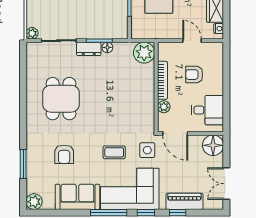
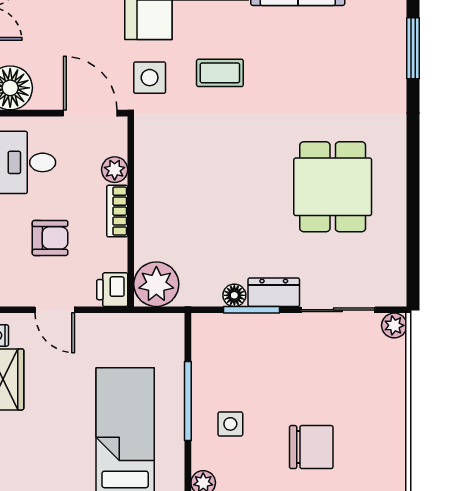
printer: (165, 50) -> (112, 290), added
bookcase: (163, 80) -> (117, 211), width x0.64
armchair: (64, 154) -> (326, 69), removed

